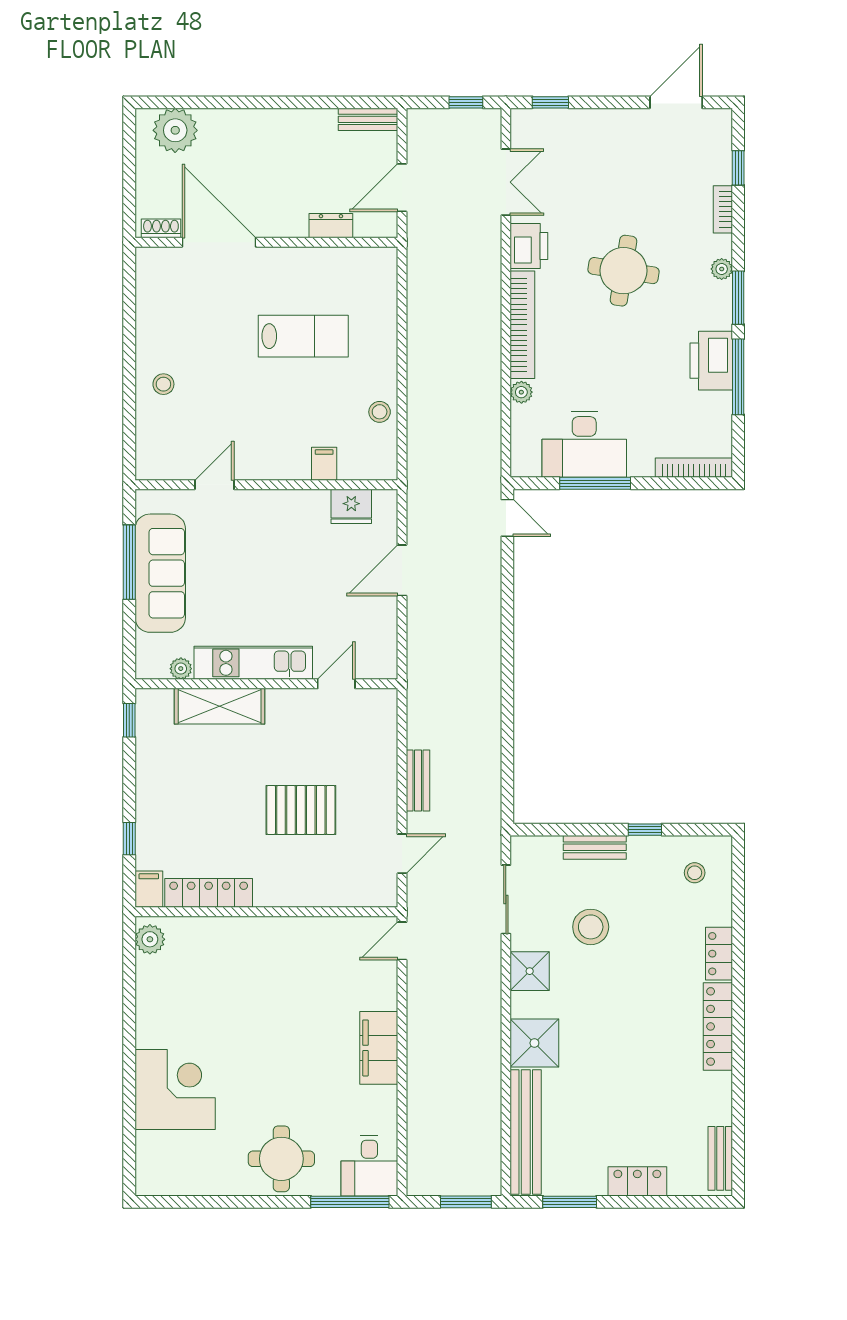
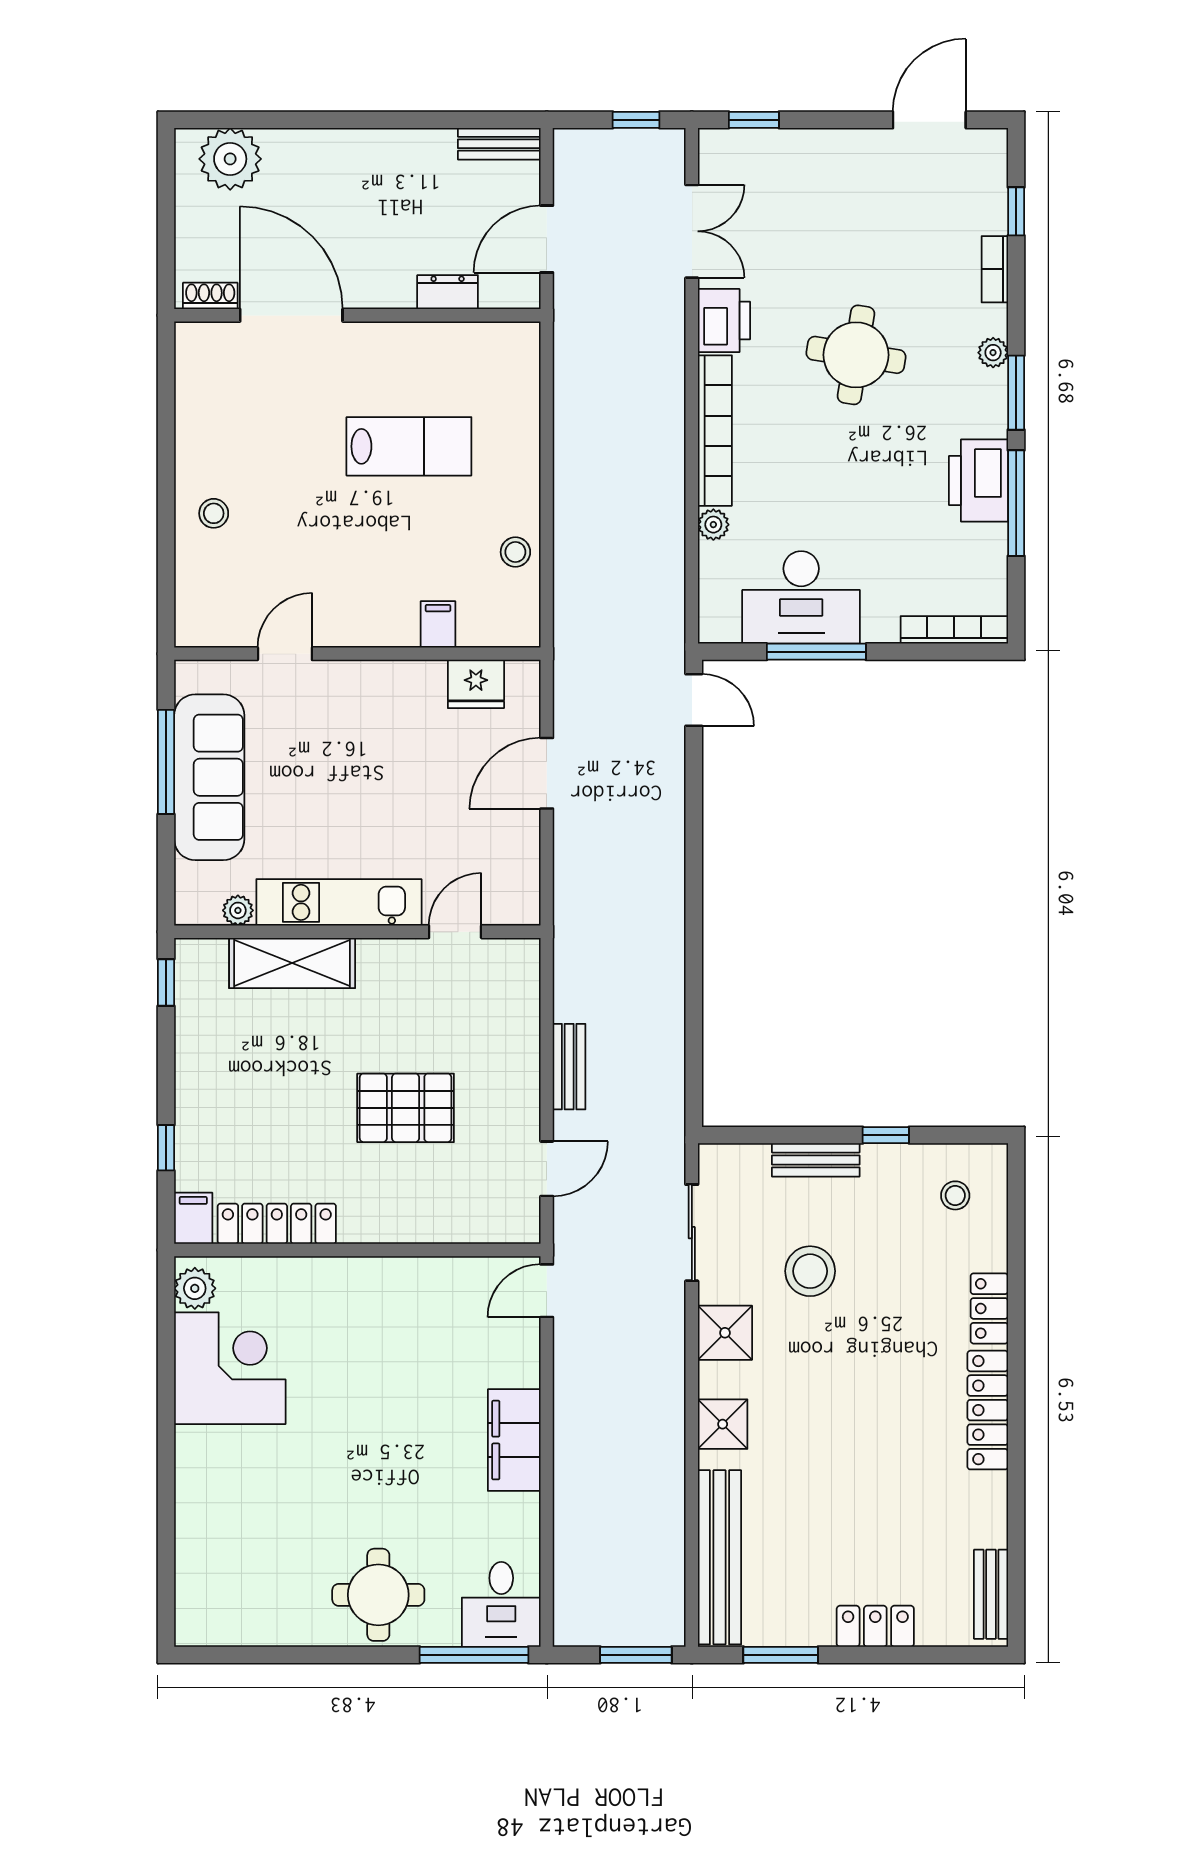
shower: (534, 1043) -> (723, 1424), width x0.73, depth x0.73
corner desk: (175, 1090) -> (230, 1368), moved

